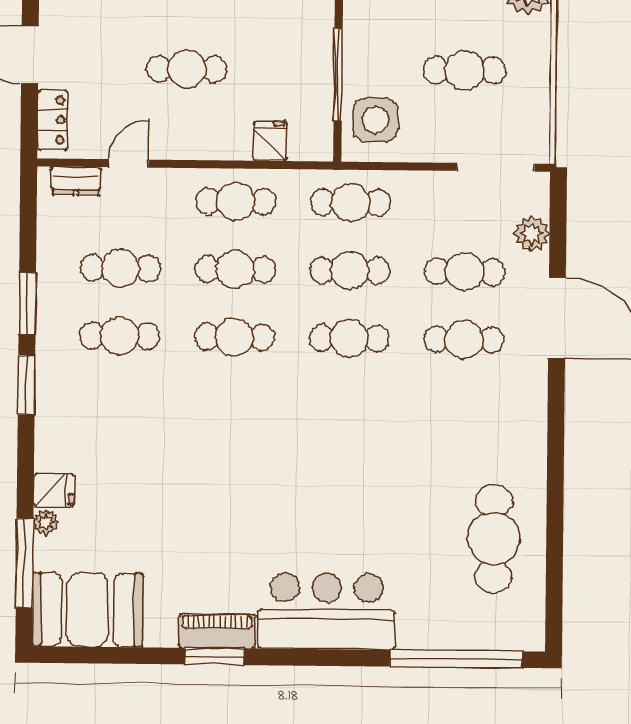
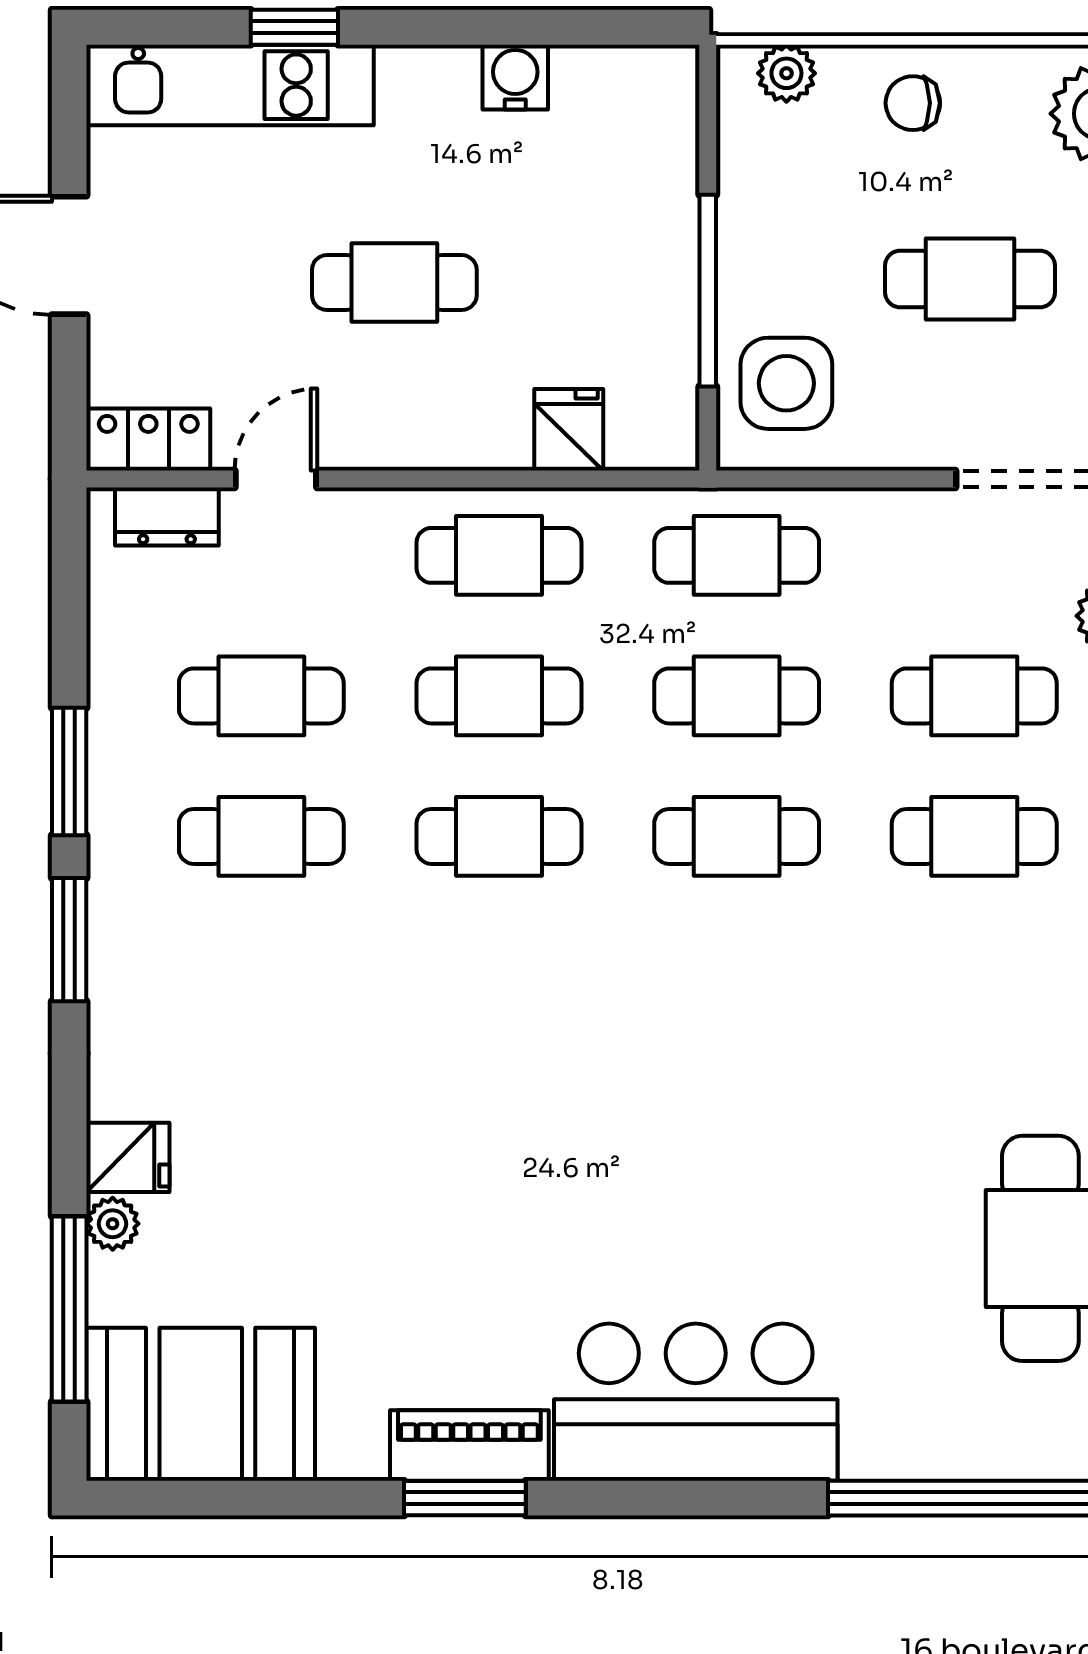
locker: (53, 120) -> (148, 440), moved, turned -90

